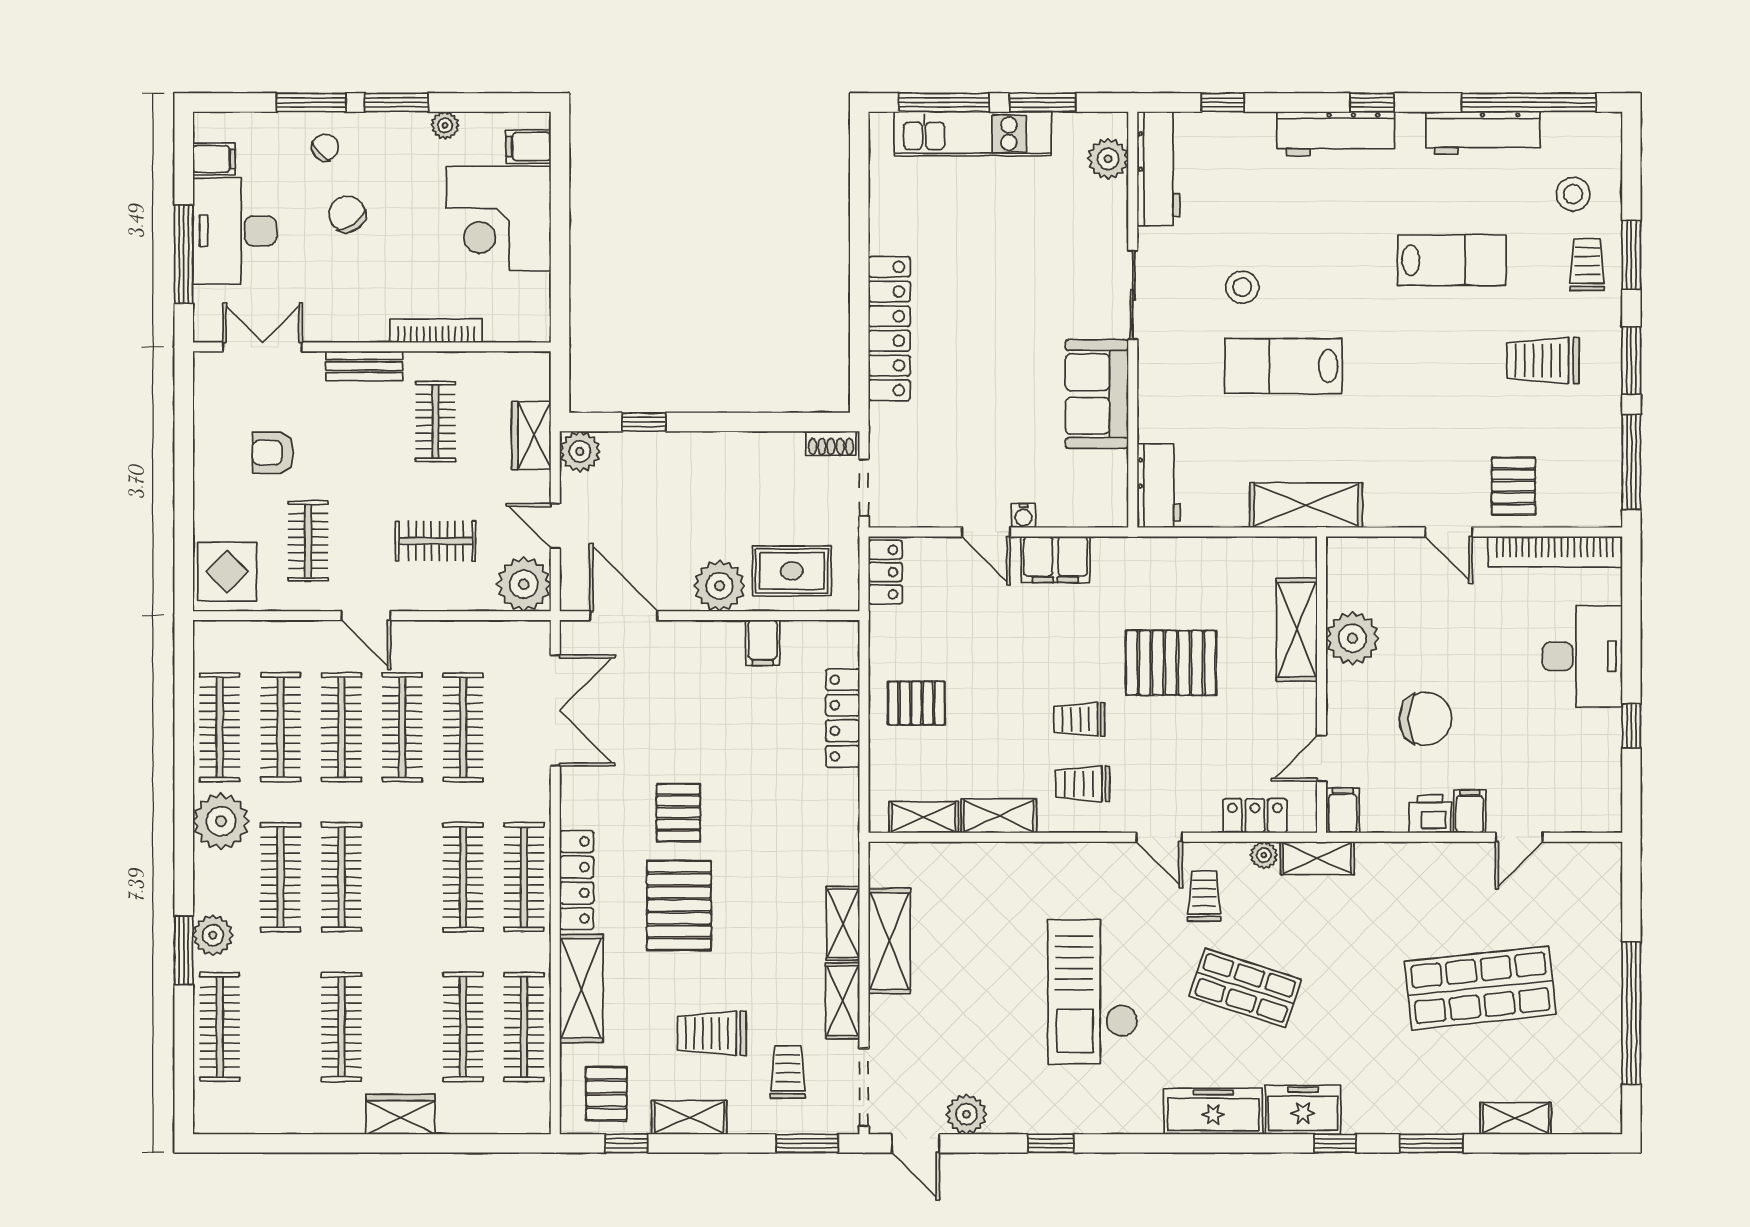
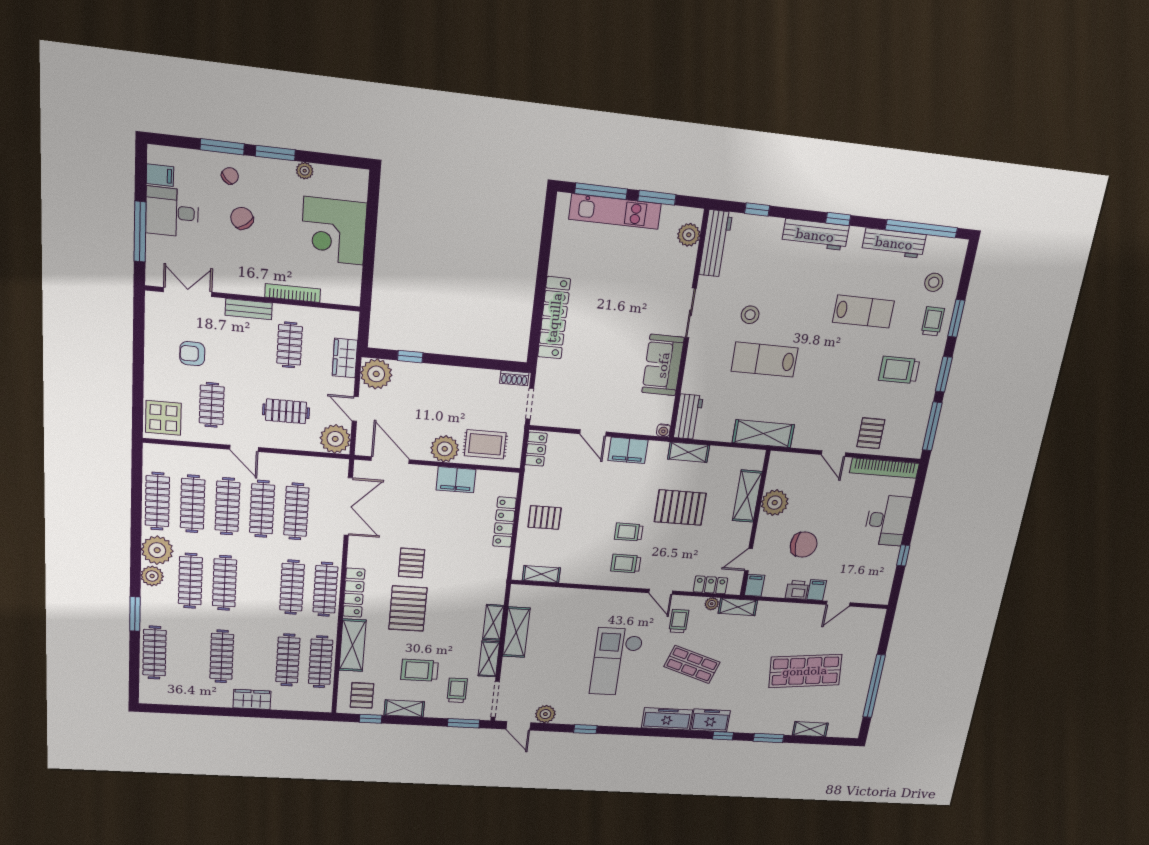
filing cabinet: (529, 147) -> (355, 190), removed
desk: (234, 231) -> (172, 212), width x0.73
plant: (580, 451) -> (376, 374), width x1.36, depth x1.36
water cooler: (1023, 516) -> (663, 430), moved
filing cabinet: (763, 643) -> (456, 480), width x2.00
shelving: (999, 816) -> (689, 452), moved
plant: (213, 935) -> (152, 576), moved

